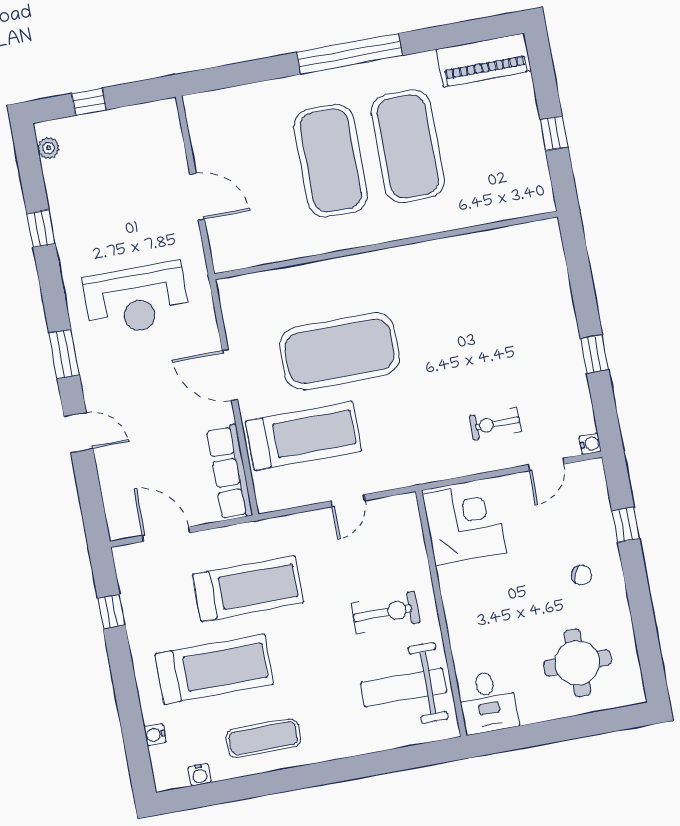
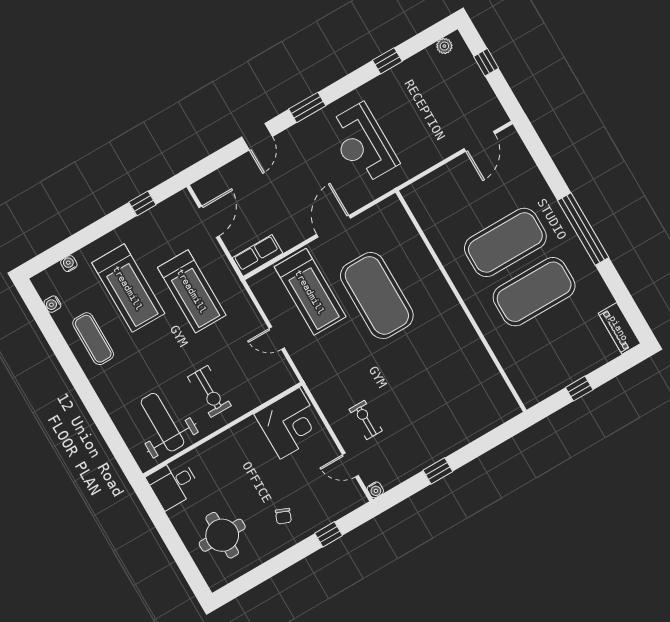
piano: (484, 60) -> (619, 328), width x0.73, depth x0.75
door: (197, 197) -> (480, 141), moved
row of seats: (230, 472) -> (257, 255), width x0.68

